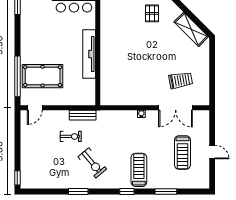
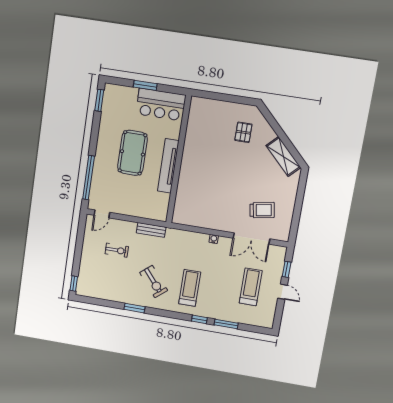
pool table: (43, 76) -> (132, 153), moved, turned 90
window: (212, 131) -> (287, 269), added
exercise bike: (71, 136) -> (117, 250), moved
treadmill: (182, 152) -> (251, 287), turned 180
treadmill: (139, 170) -> (190, 288), moved
window: (127, 191) -> (199, 319), moved

